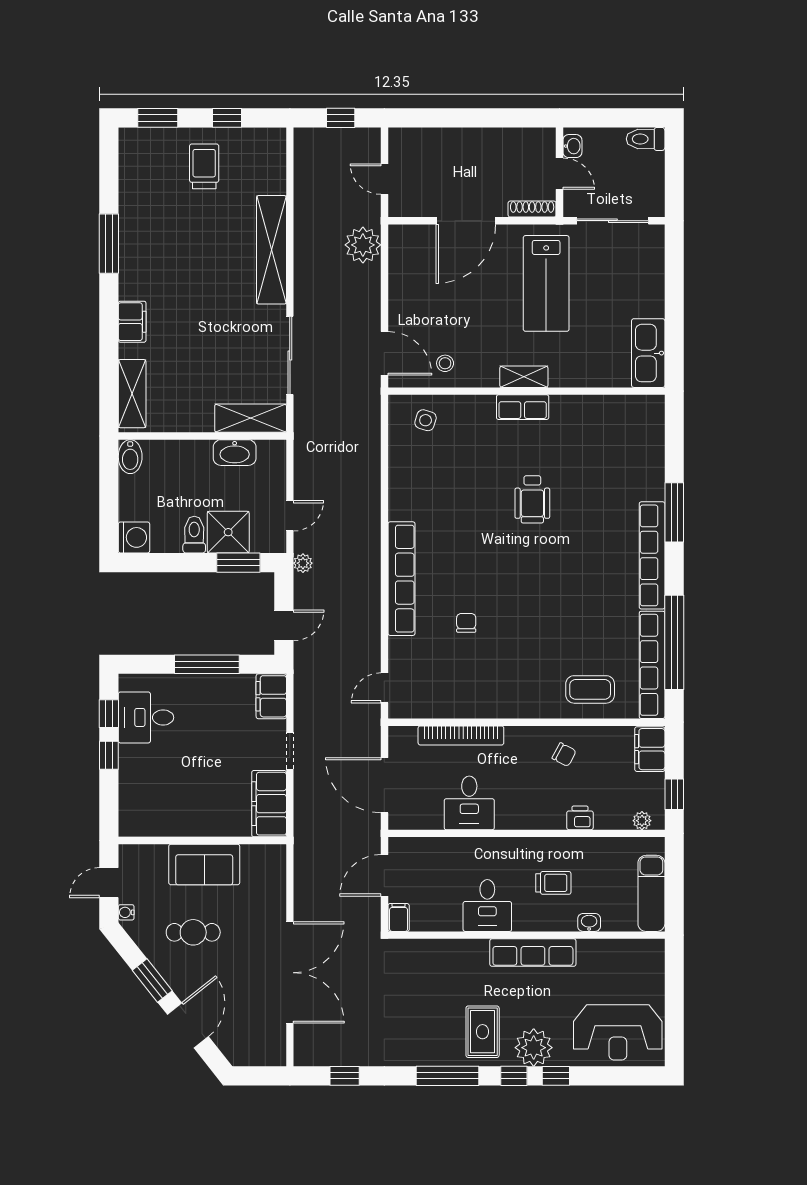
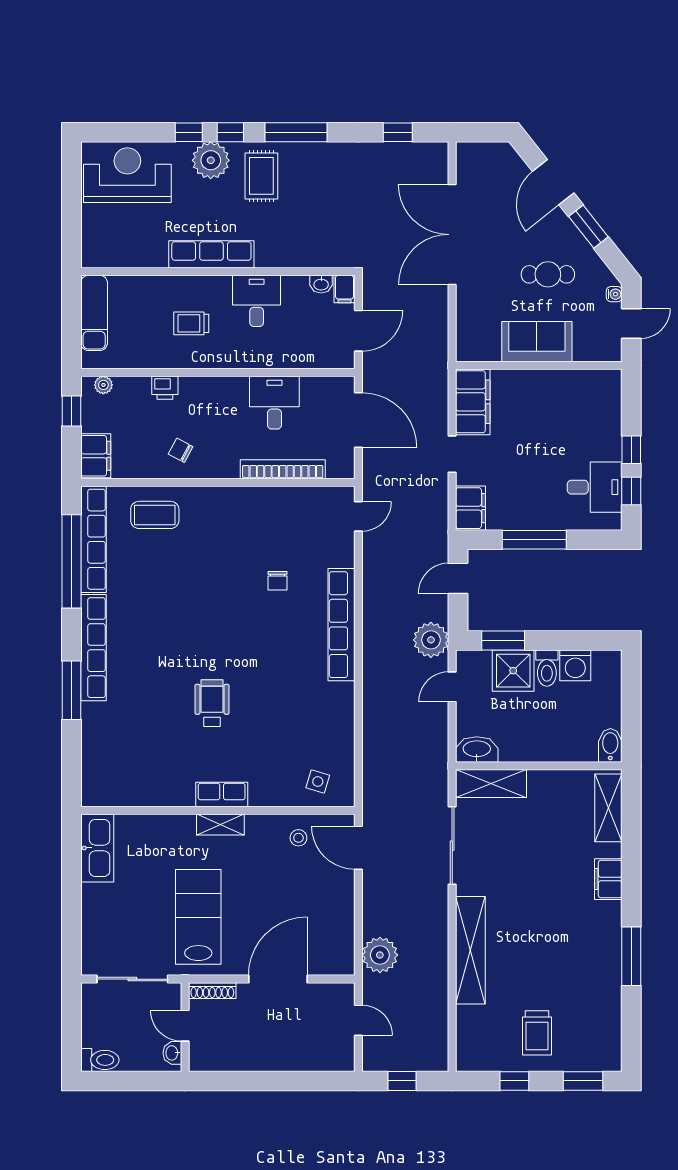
washbasin: (235, 453) -> (477, 749), moved
washing machine: (134, 537) -> (575, 665), moved, turned -90
plant: (303, 563) -> (431, 640), width x1.87, depth x1.87
washbasin: (589, 922) -> (321, 284), moved

